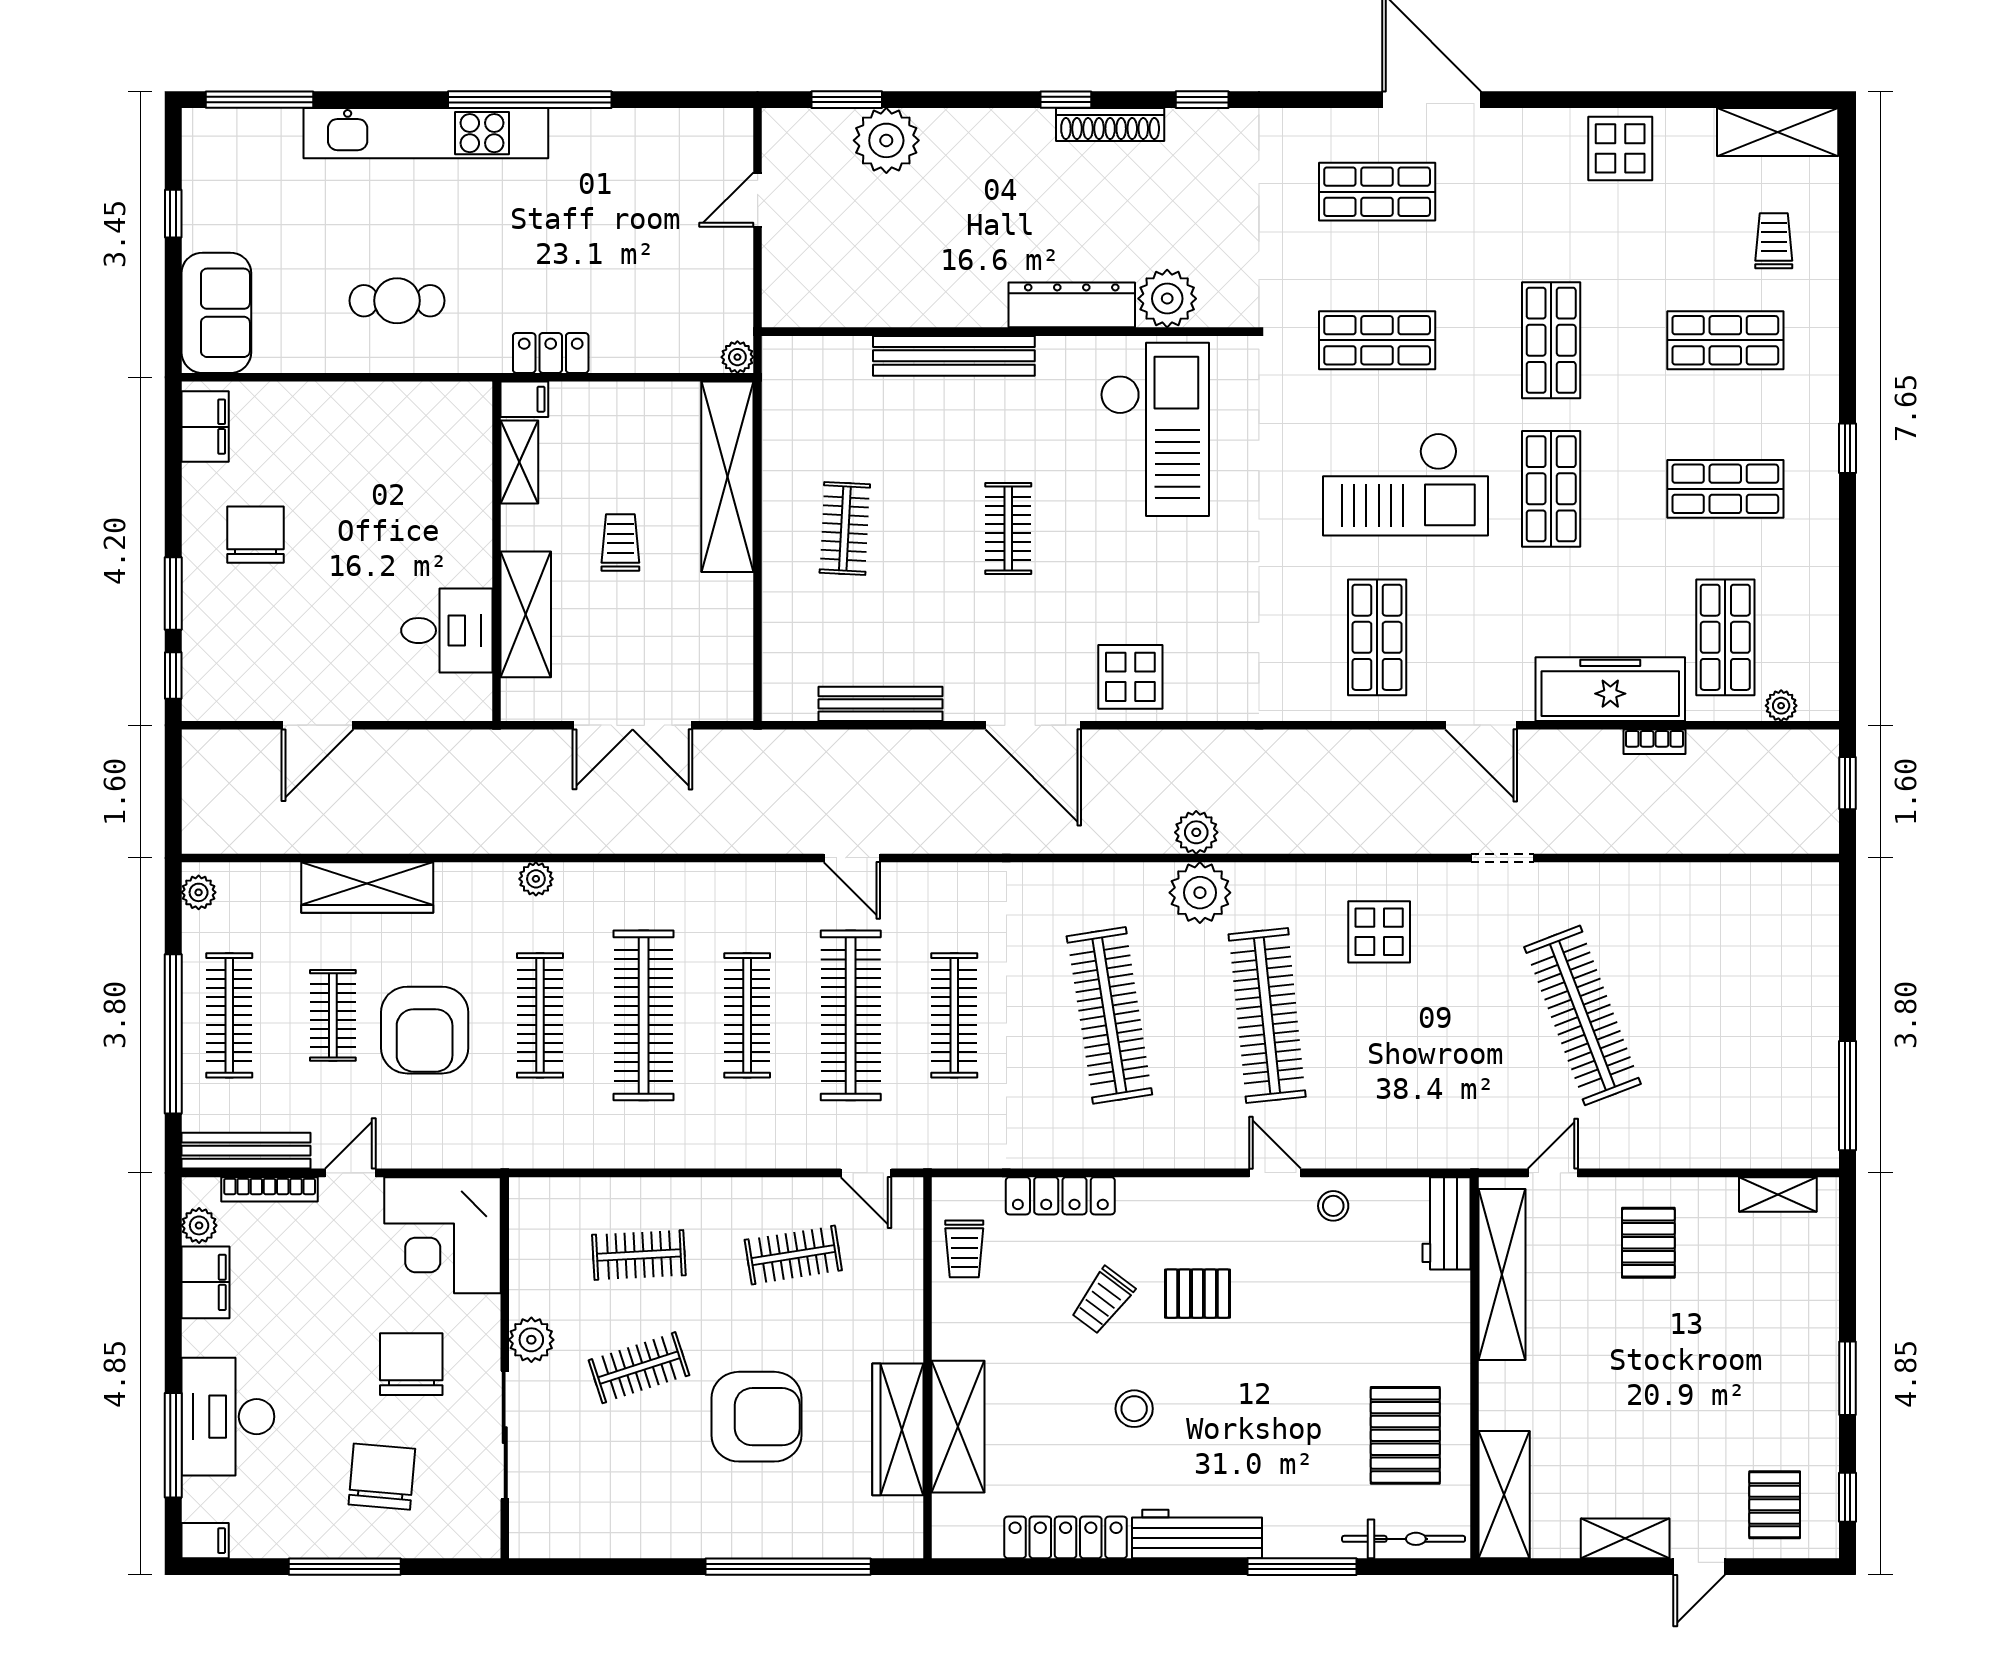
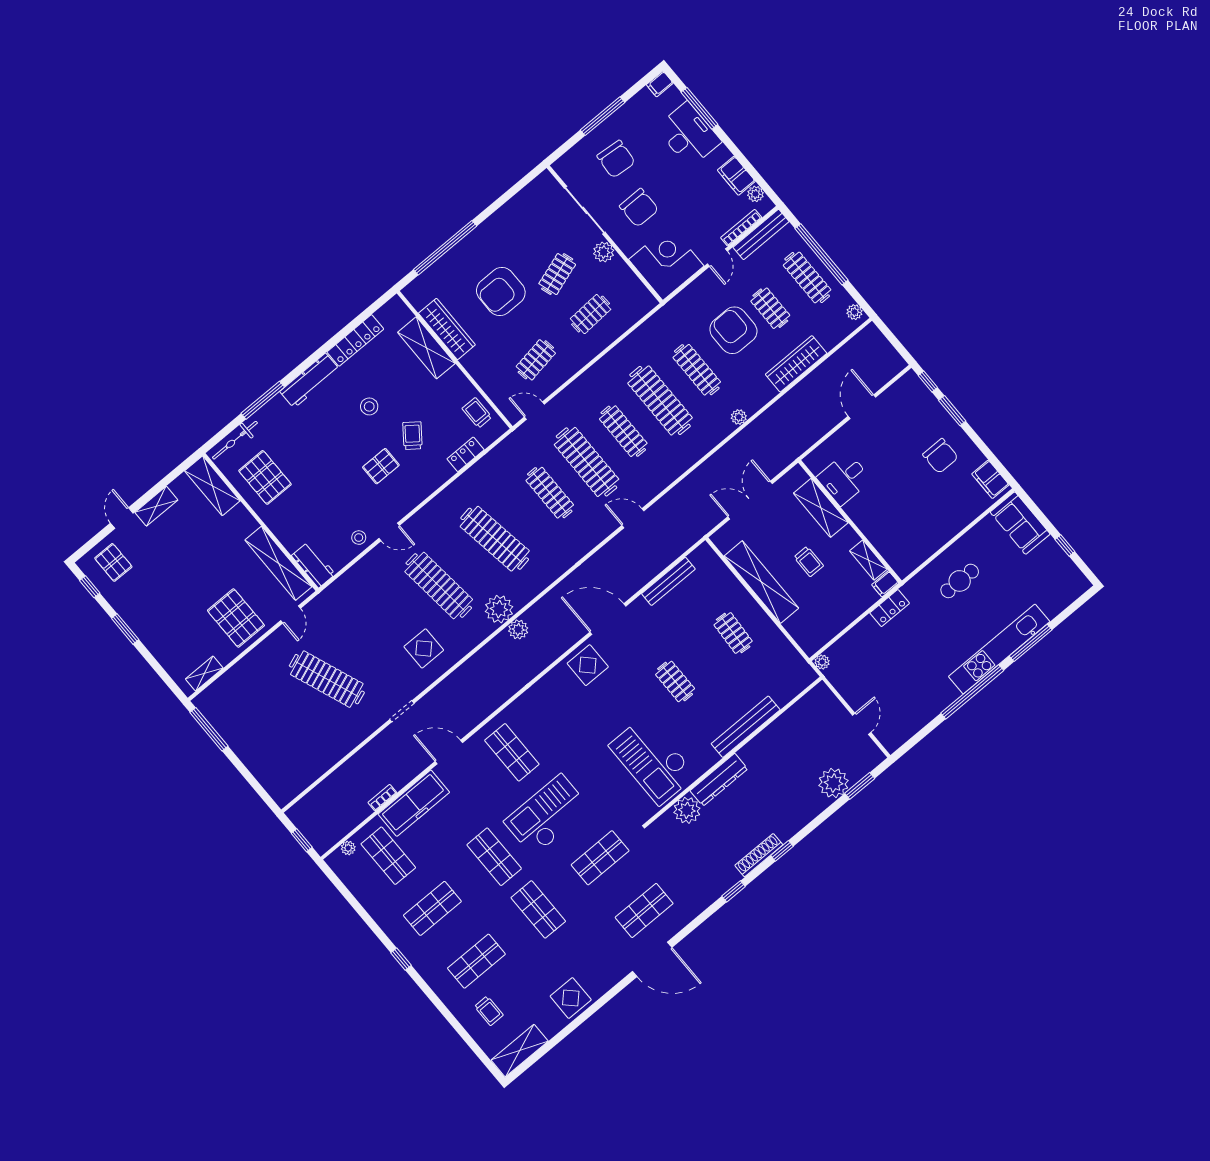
window: (259, 100) -> (1031, 643), moved
shelving: (727, 477) -> (761, 582), moved
locker: (1060, 1196) -> (466, 454), width x0.66
pallet: (1648, 1243) -> (236, 618), width x1.50, depth x1.42

